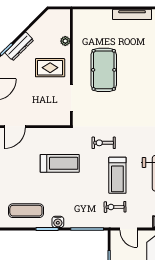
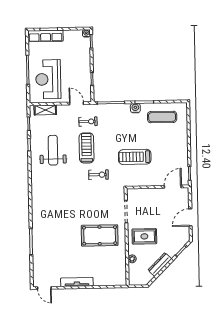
dresser: (19, 46) -> (160, 265), moved
pool table: (104, 70) -> (100, 235), turned 90

